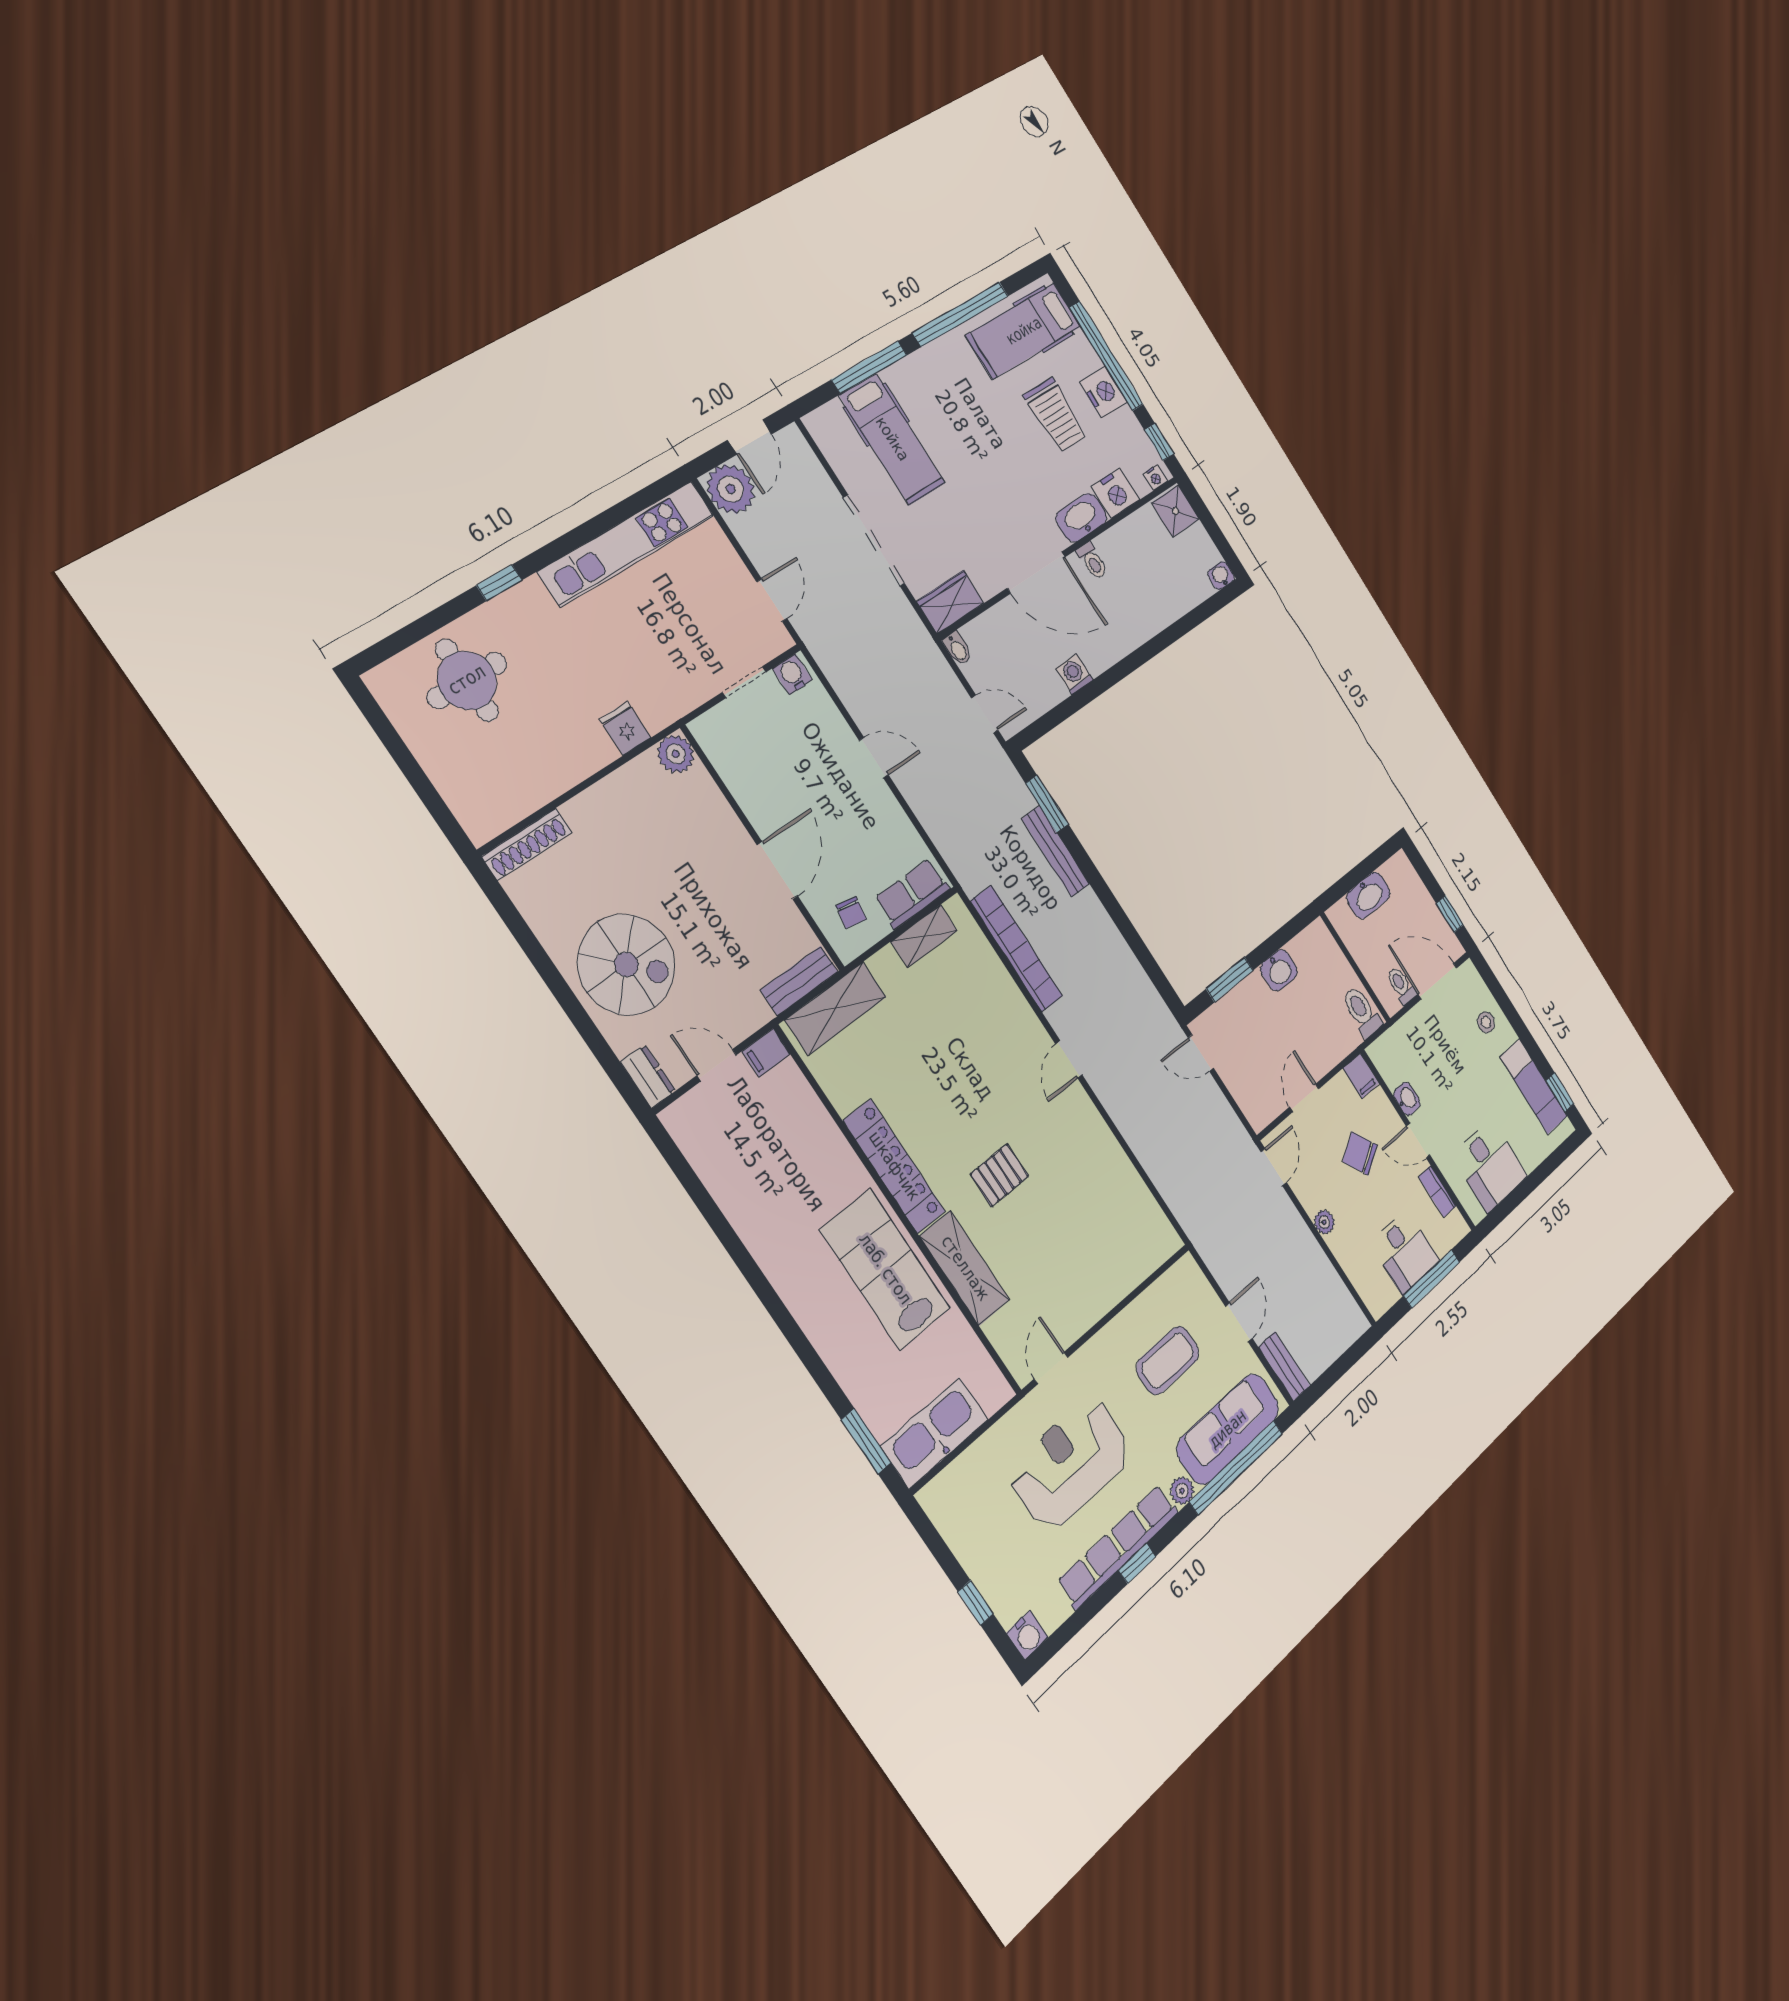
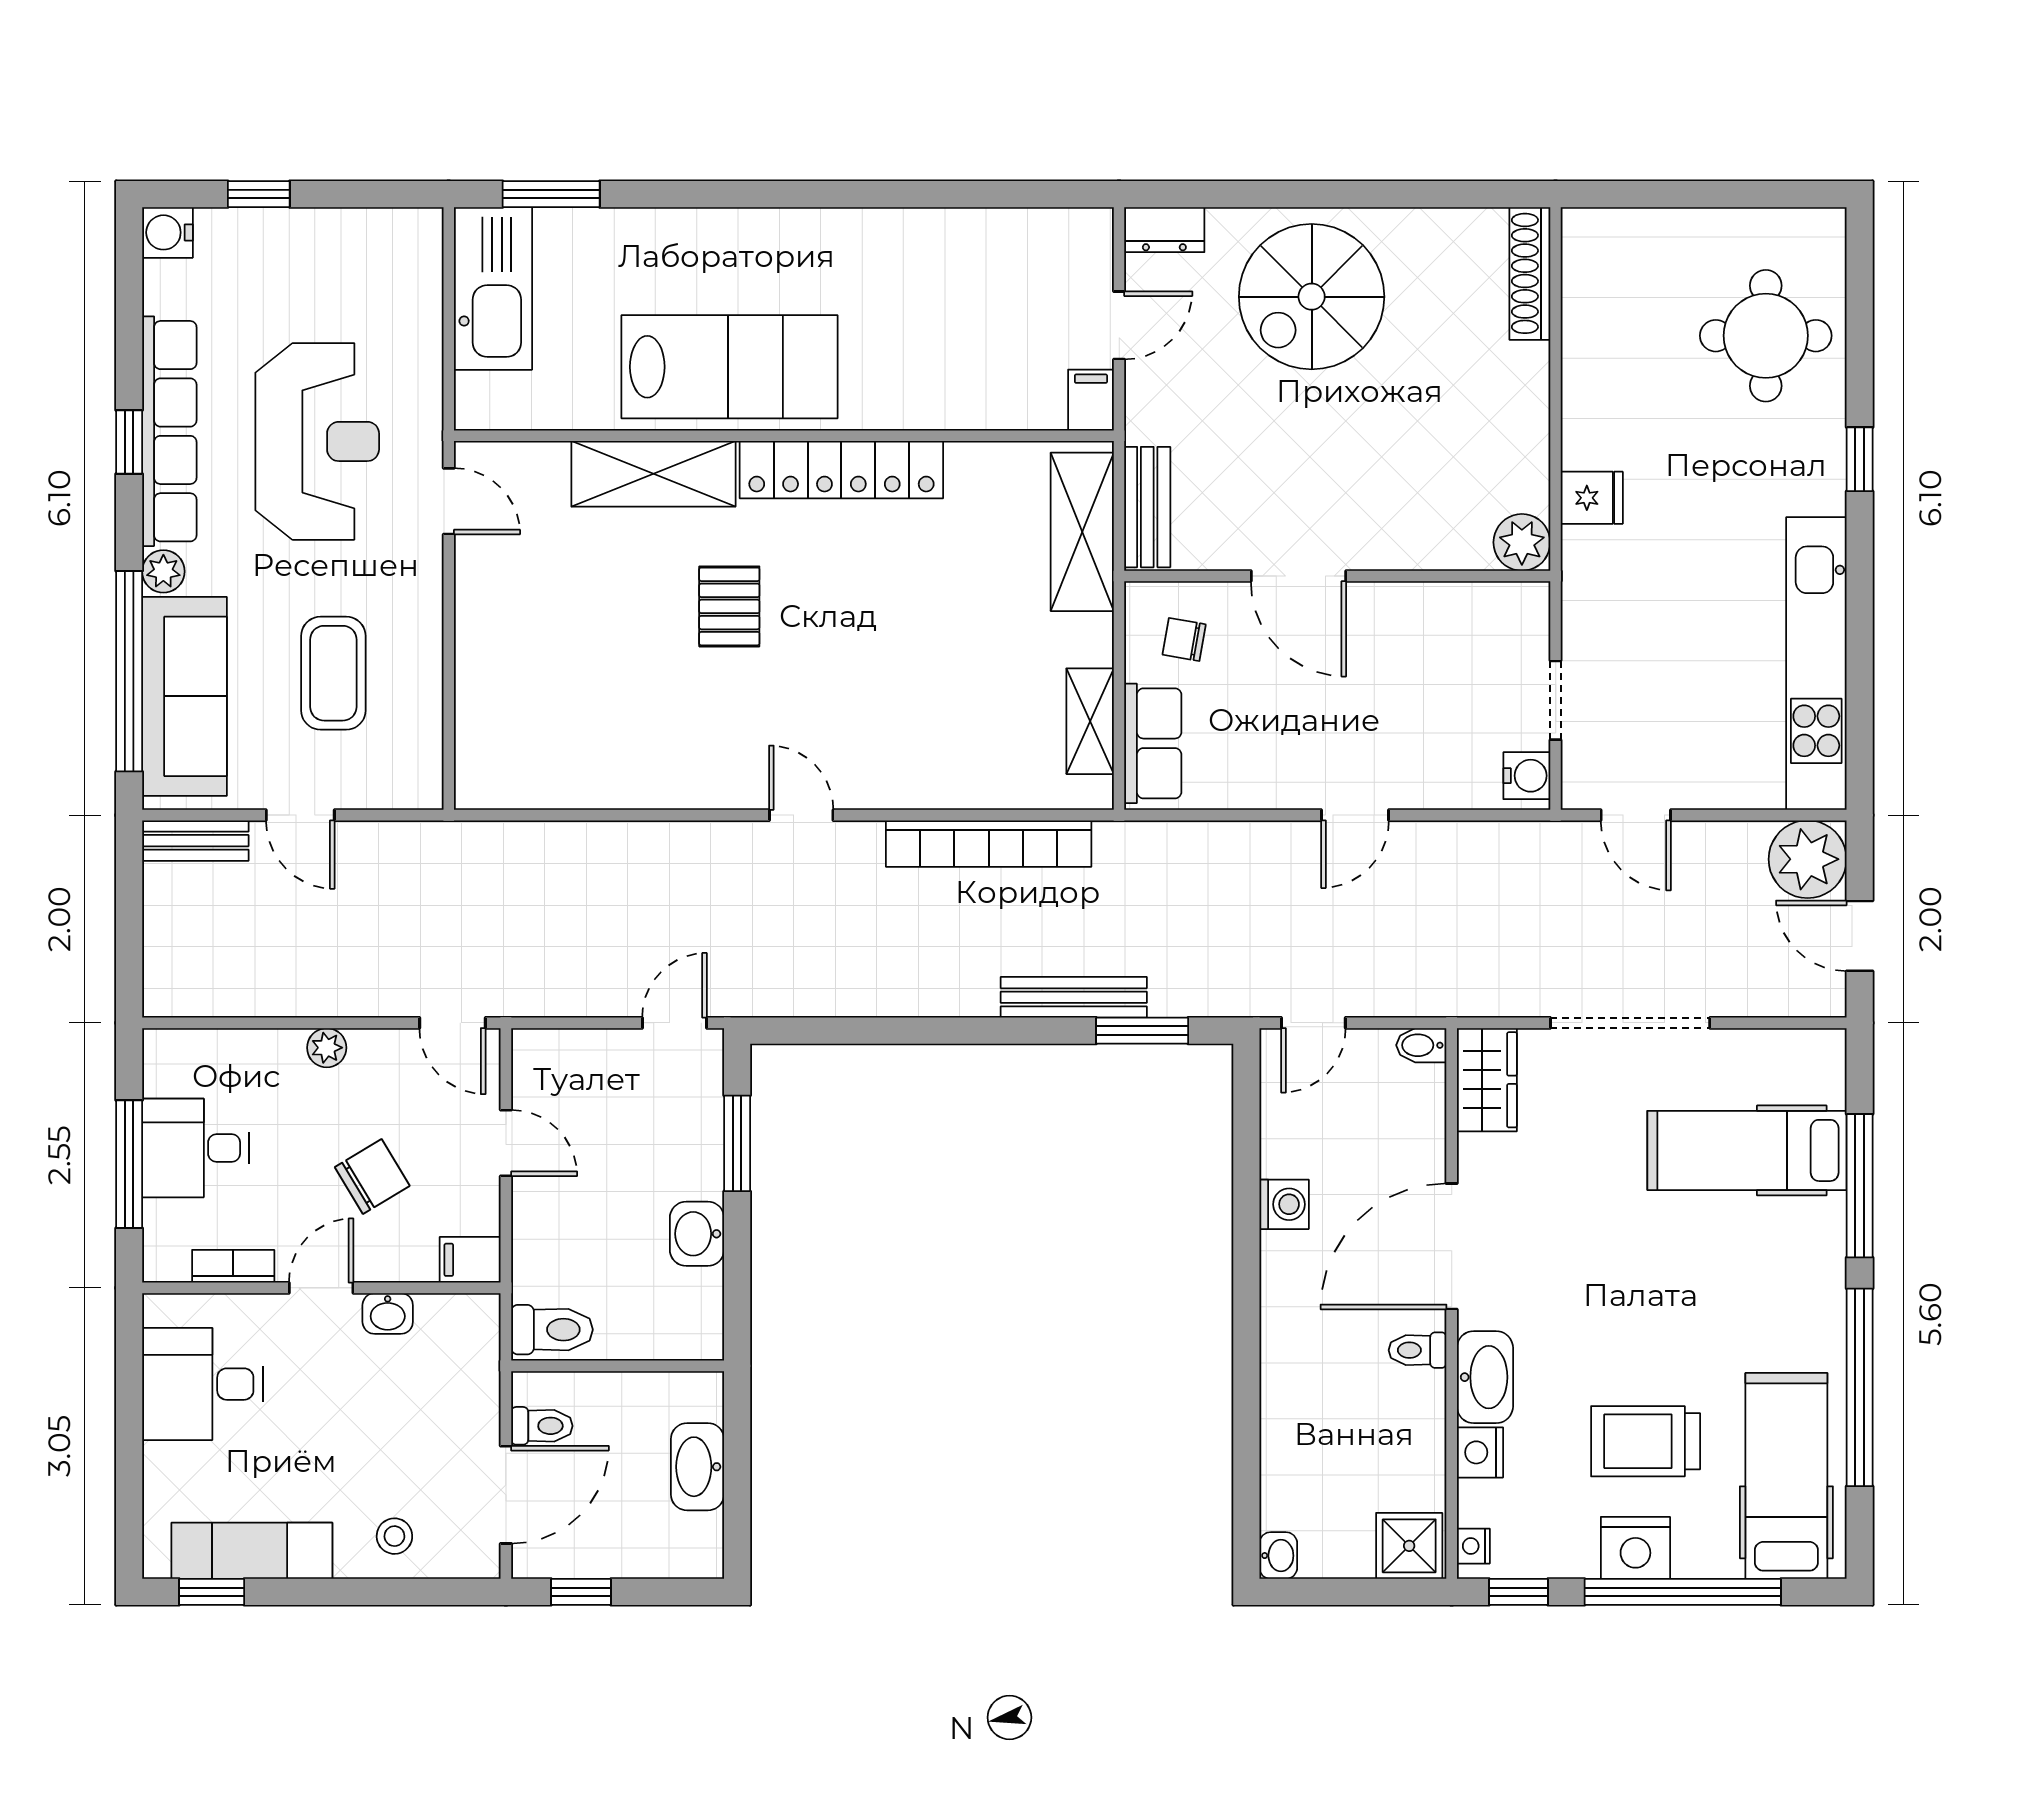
nightstand: (1116, 493) -> (1480, 1452), width x0.74, depth x0.75

